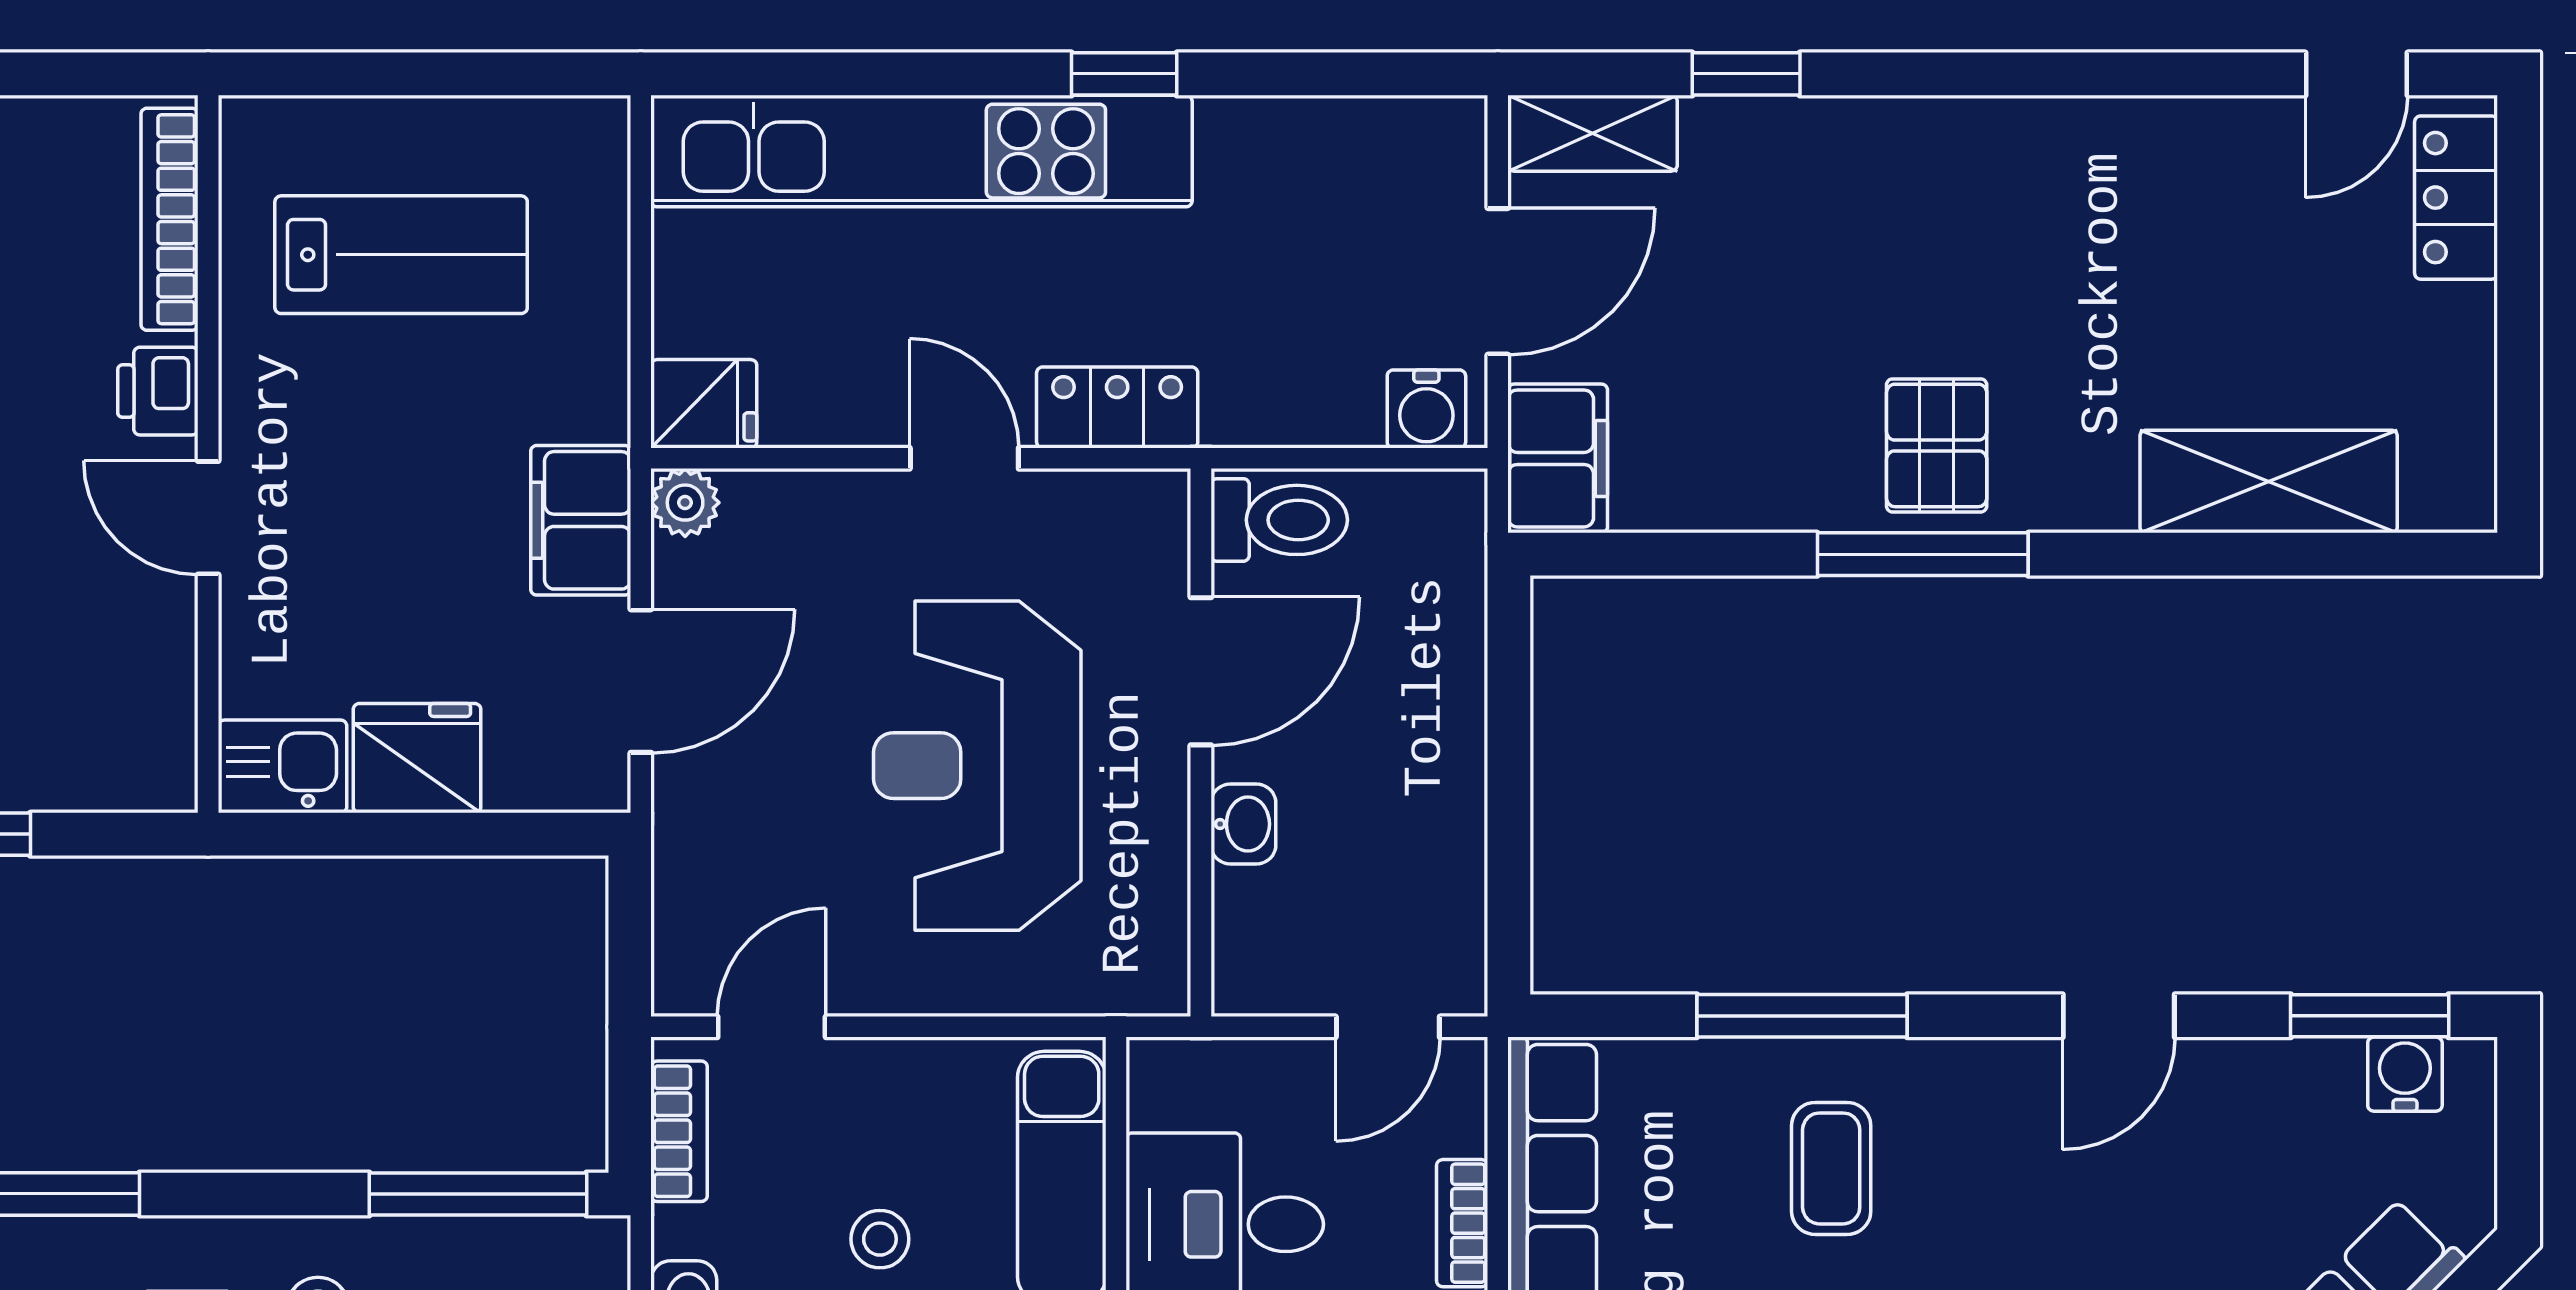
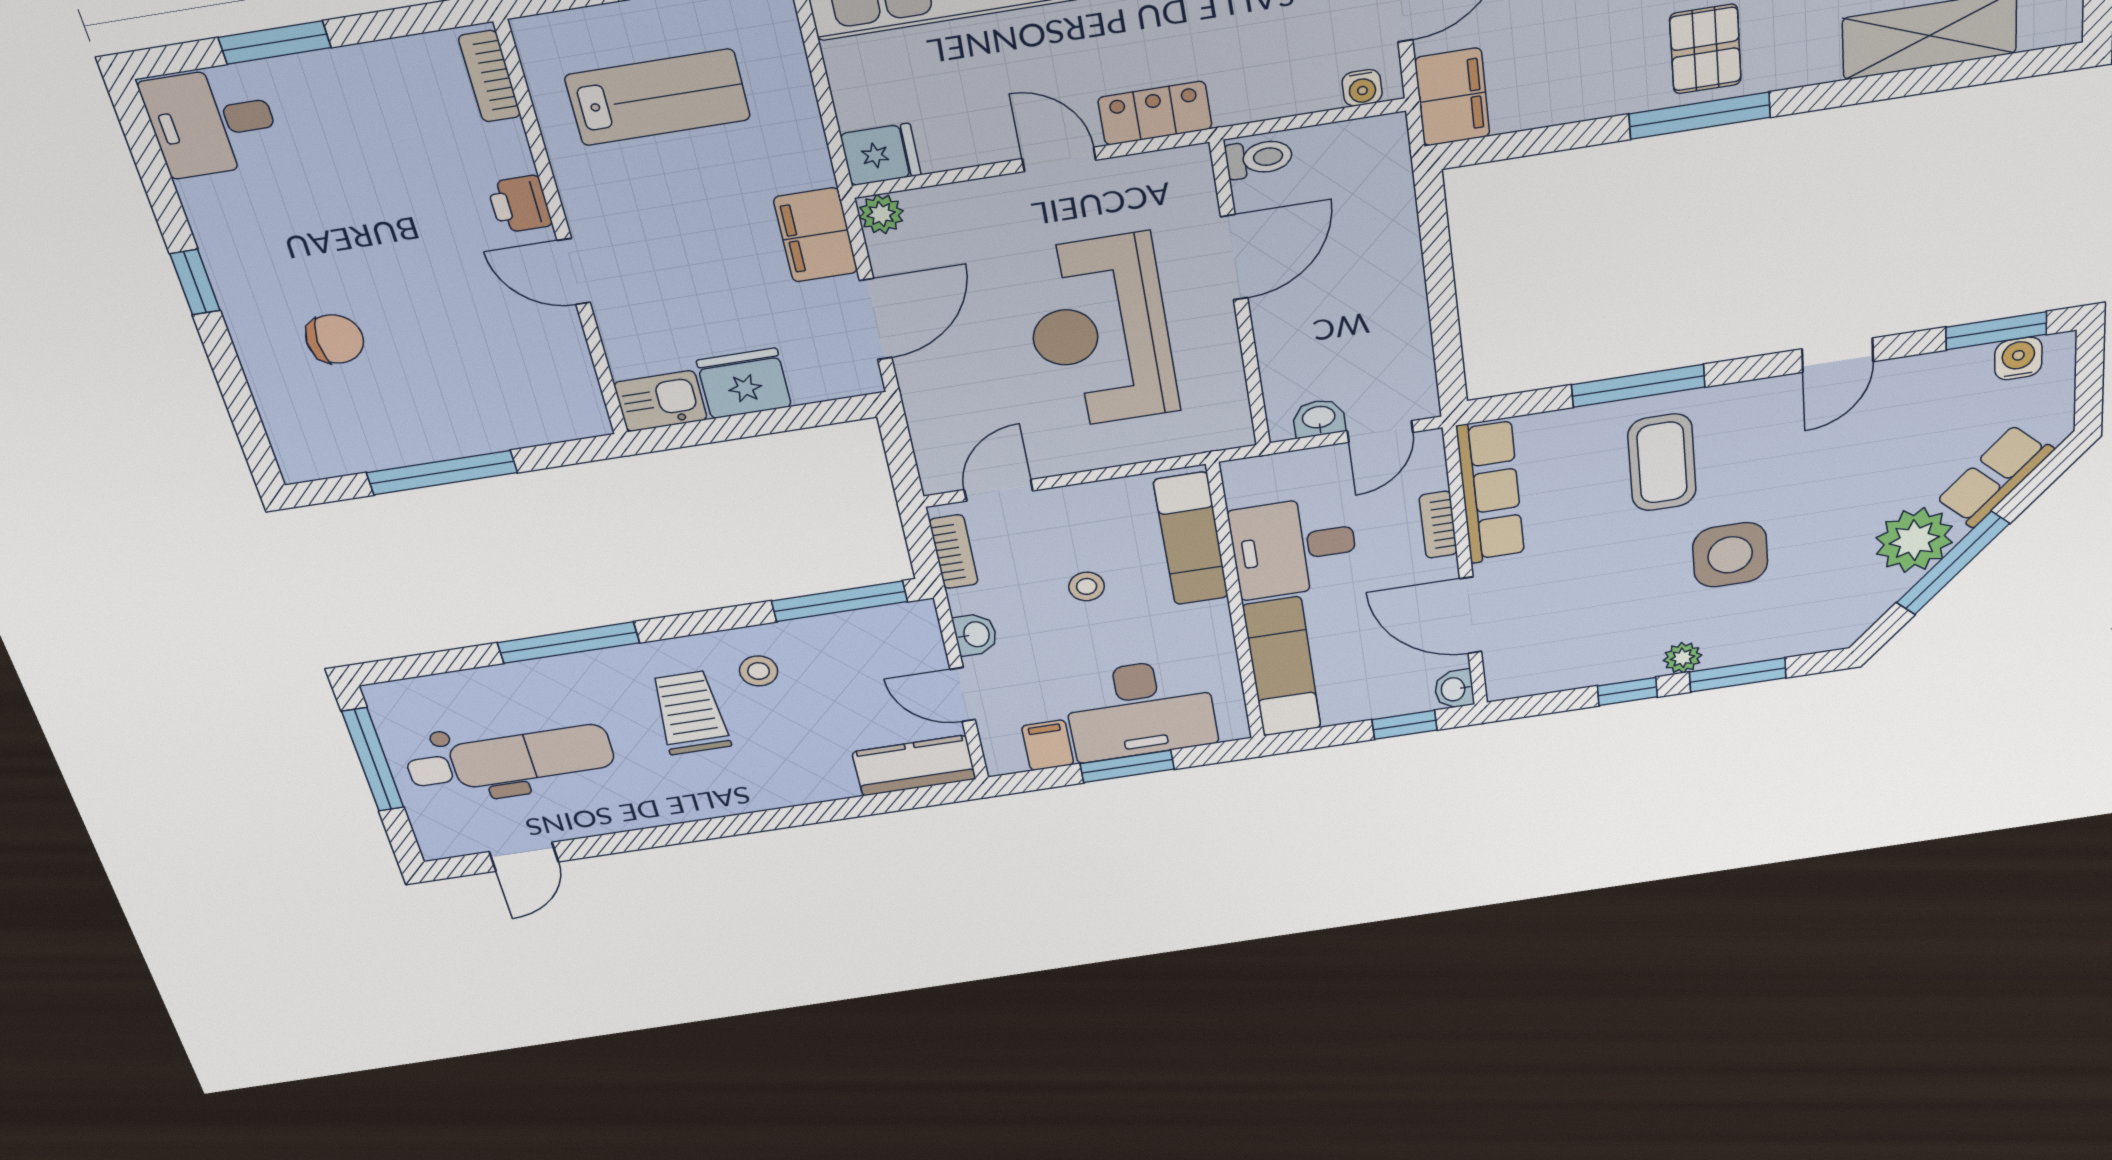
bookcase: (169, 219) -> (490, 76), width x0.64
water cooler: (1426, 409) -> (1362, 88), width x0.72, depth x0.72
toilet: (1279, 520) -> (1259, 158), width x0.73, depth x0.72
washbasin: (1243, 824) -> (1319, 418), moved, turned -90
coffee table: (1831, 1168) -> (1662, 462), width x1.36, depth x1.30

